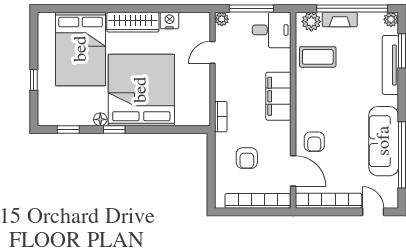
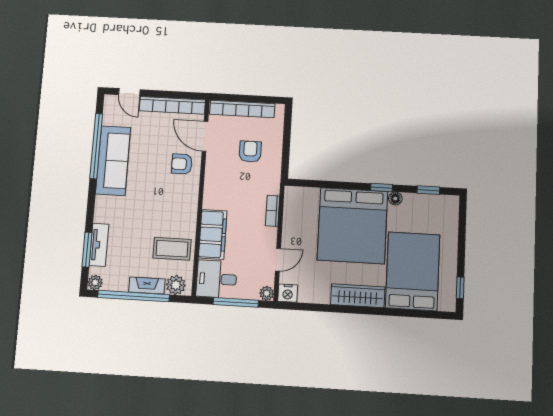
nightstand: (170, 21) -> (288, 293), moved
tv unit: (390, 65) -> (99, 245), width x0.71
window: (34, 80) -> (460, 288), moved
filing cabinet: (278, 96) -> (213, 234), moved
bookcase: (221, 117) -> (273, 211), moved
armchair: (314, 142) -> (182, 164), turned -90

